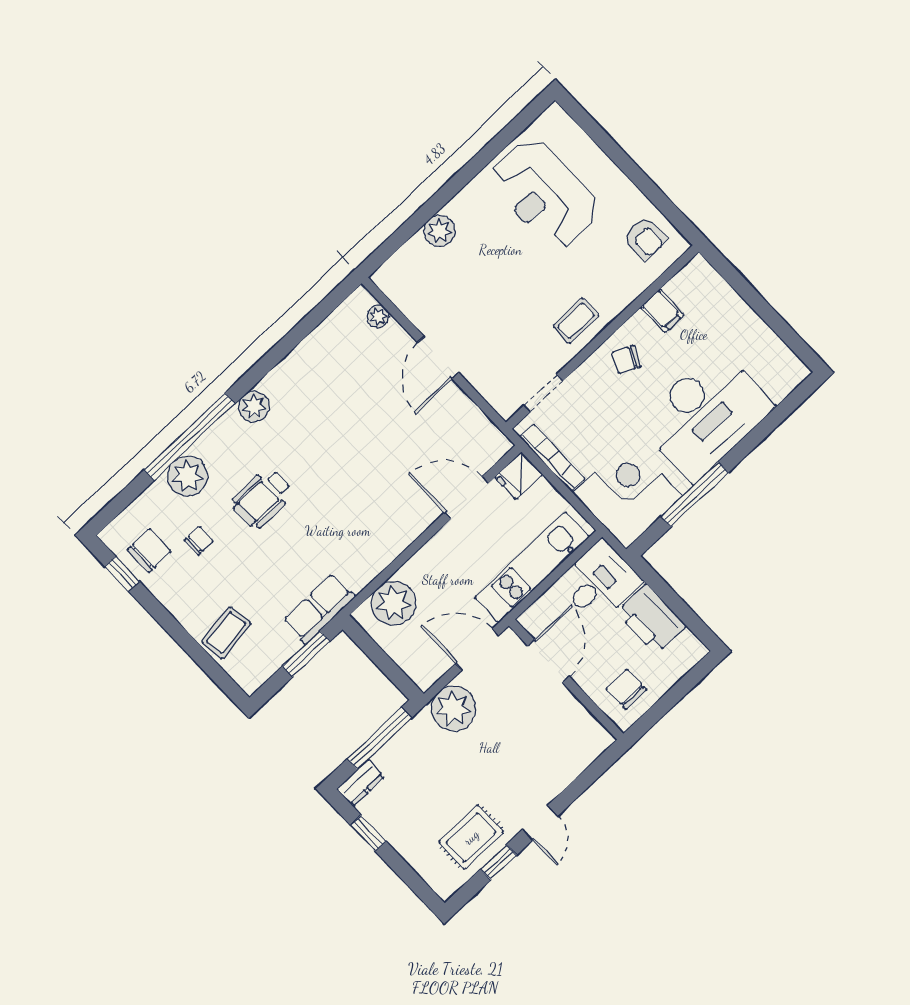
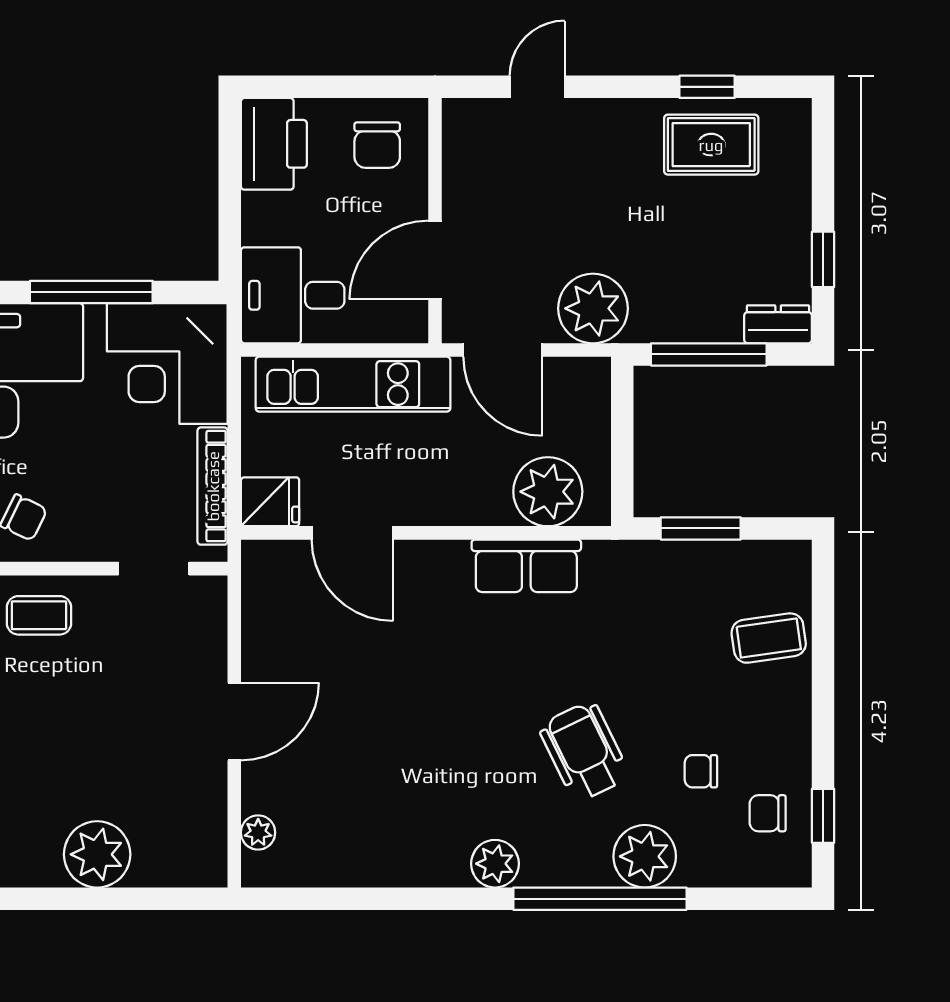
plant: (439, 231) -> (97, 854), width x1.36, depth x1.36
wheelchair: (262, 498) -> (584, 751), turned -116
chair: (149, 551) -> (768, 813), width x0.73, depth x0.73
row of seats: (319, 608) -> (526, 566), moved
printer: (651, 619) -> (274, 144), moved
door: (540, 823) -> (537, 87), moved

